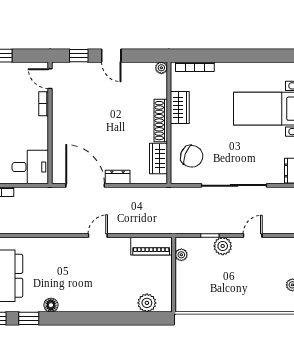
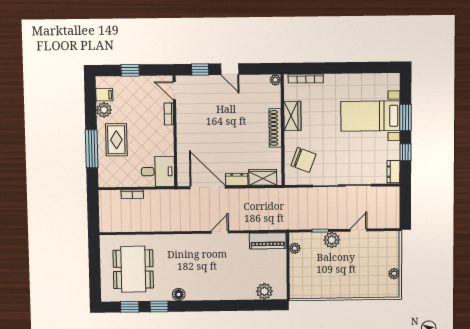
wardrobe: (158, 158) -> (263, 177), moved, turned 90

